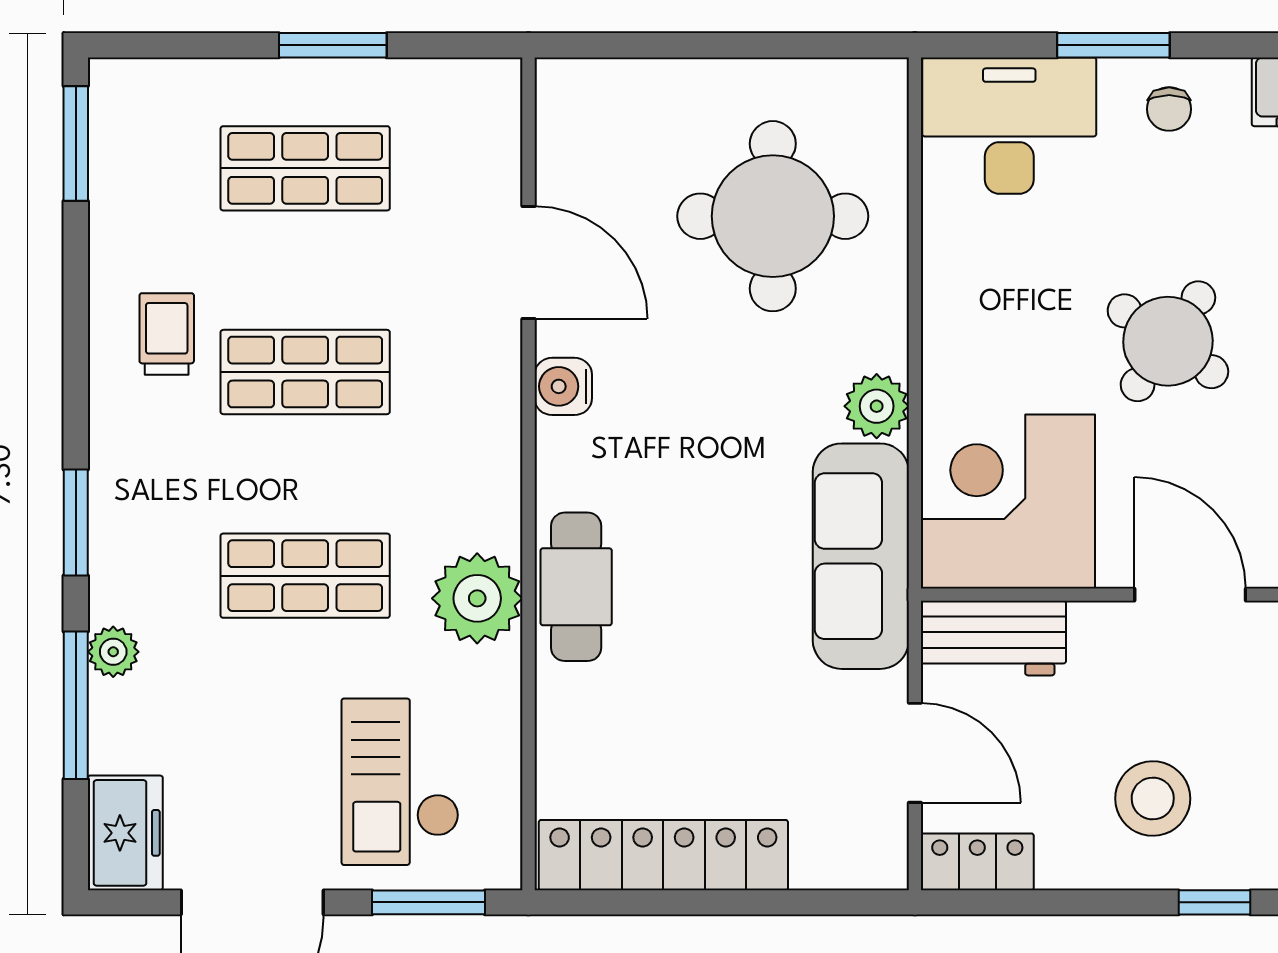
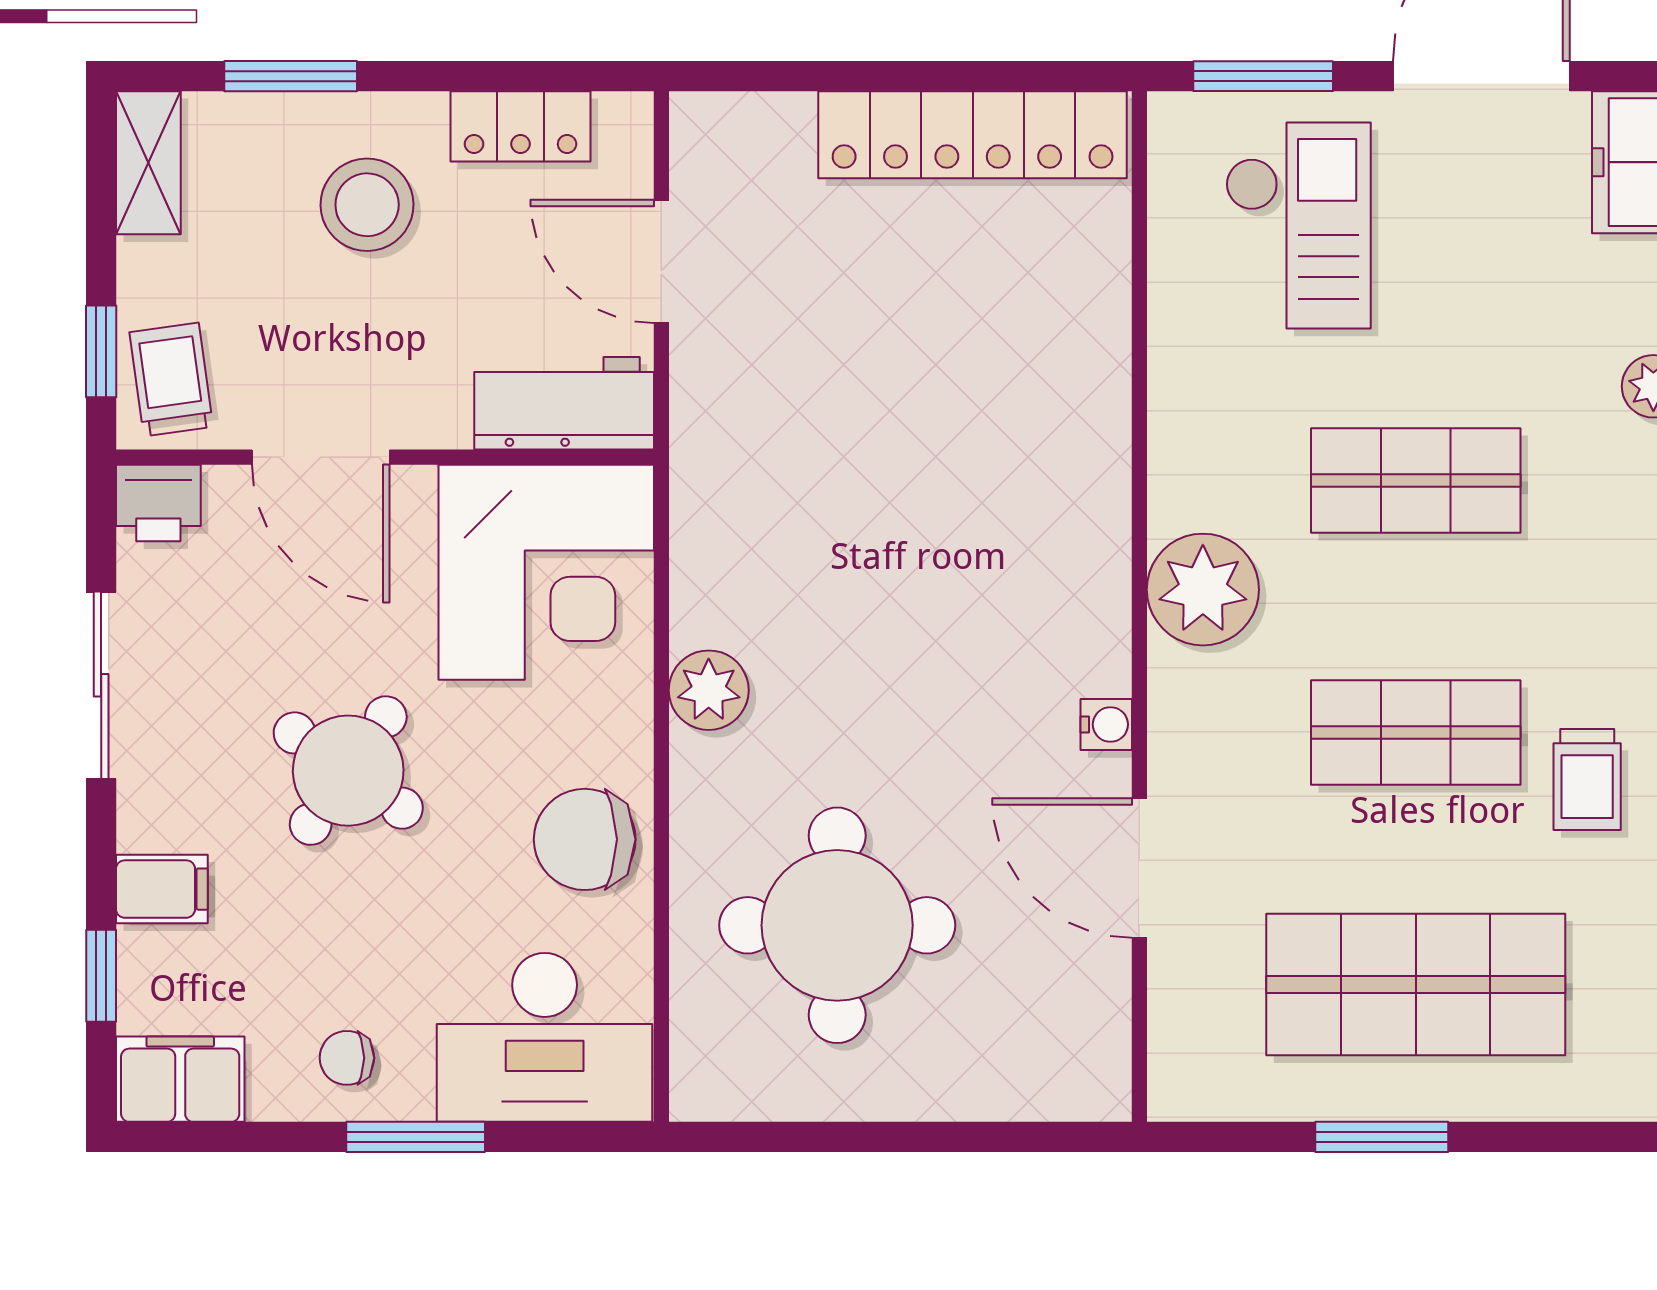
chair: (1169, 109) -> (347, 1058), turned -90
shop shelf: (305, 168) -> (1416, 985), width x1.43, depth x1.36
chair: (977, 286) -> (585, 839), added
water cooler: (563, 386) -> (1106, 724), width x0.72, depth x0.72
sofa: (861, 556) -> (728, 505), removed
cafe table: (576, 587) -> (1080, 467), removed
plant: (477, 598) -> (1203, 590), moved
locker: (977, 862) -> (521, 126), moved
window: (1214, 902) -> (291, 76), width x1.50

